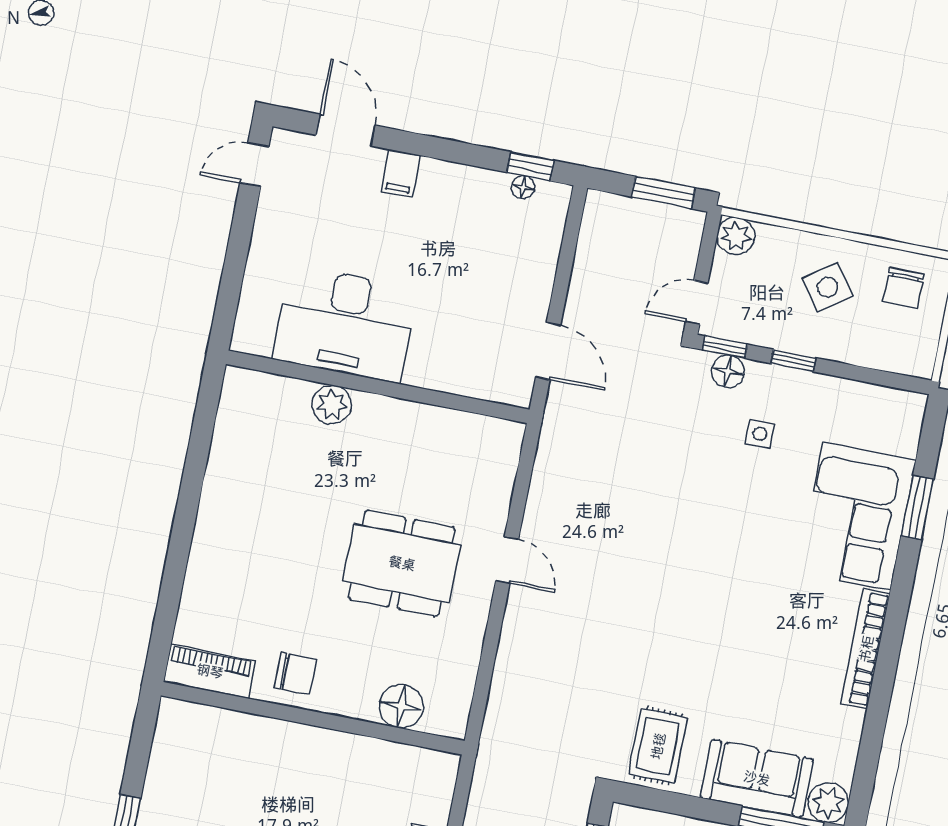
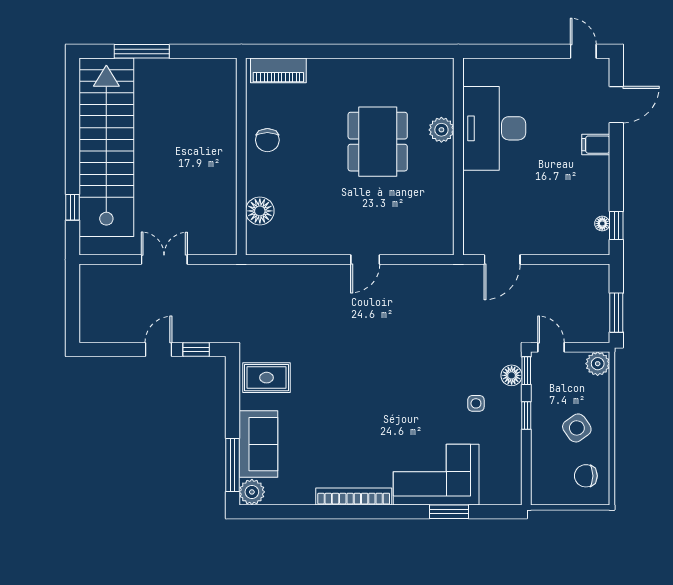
dining table: (402, 563) -> (378, 142), moved
piano: (210, 671) -> (278, 70), moved, turned 90

